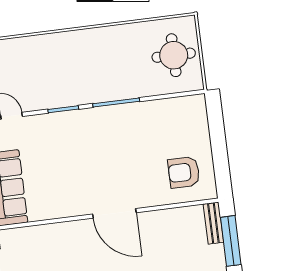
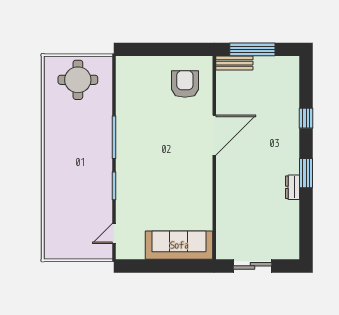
armchair: (184, 172) -> (185, 84), turned 180
door: (114, 213) -> (214, 135), moved

